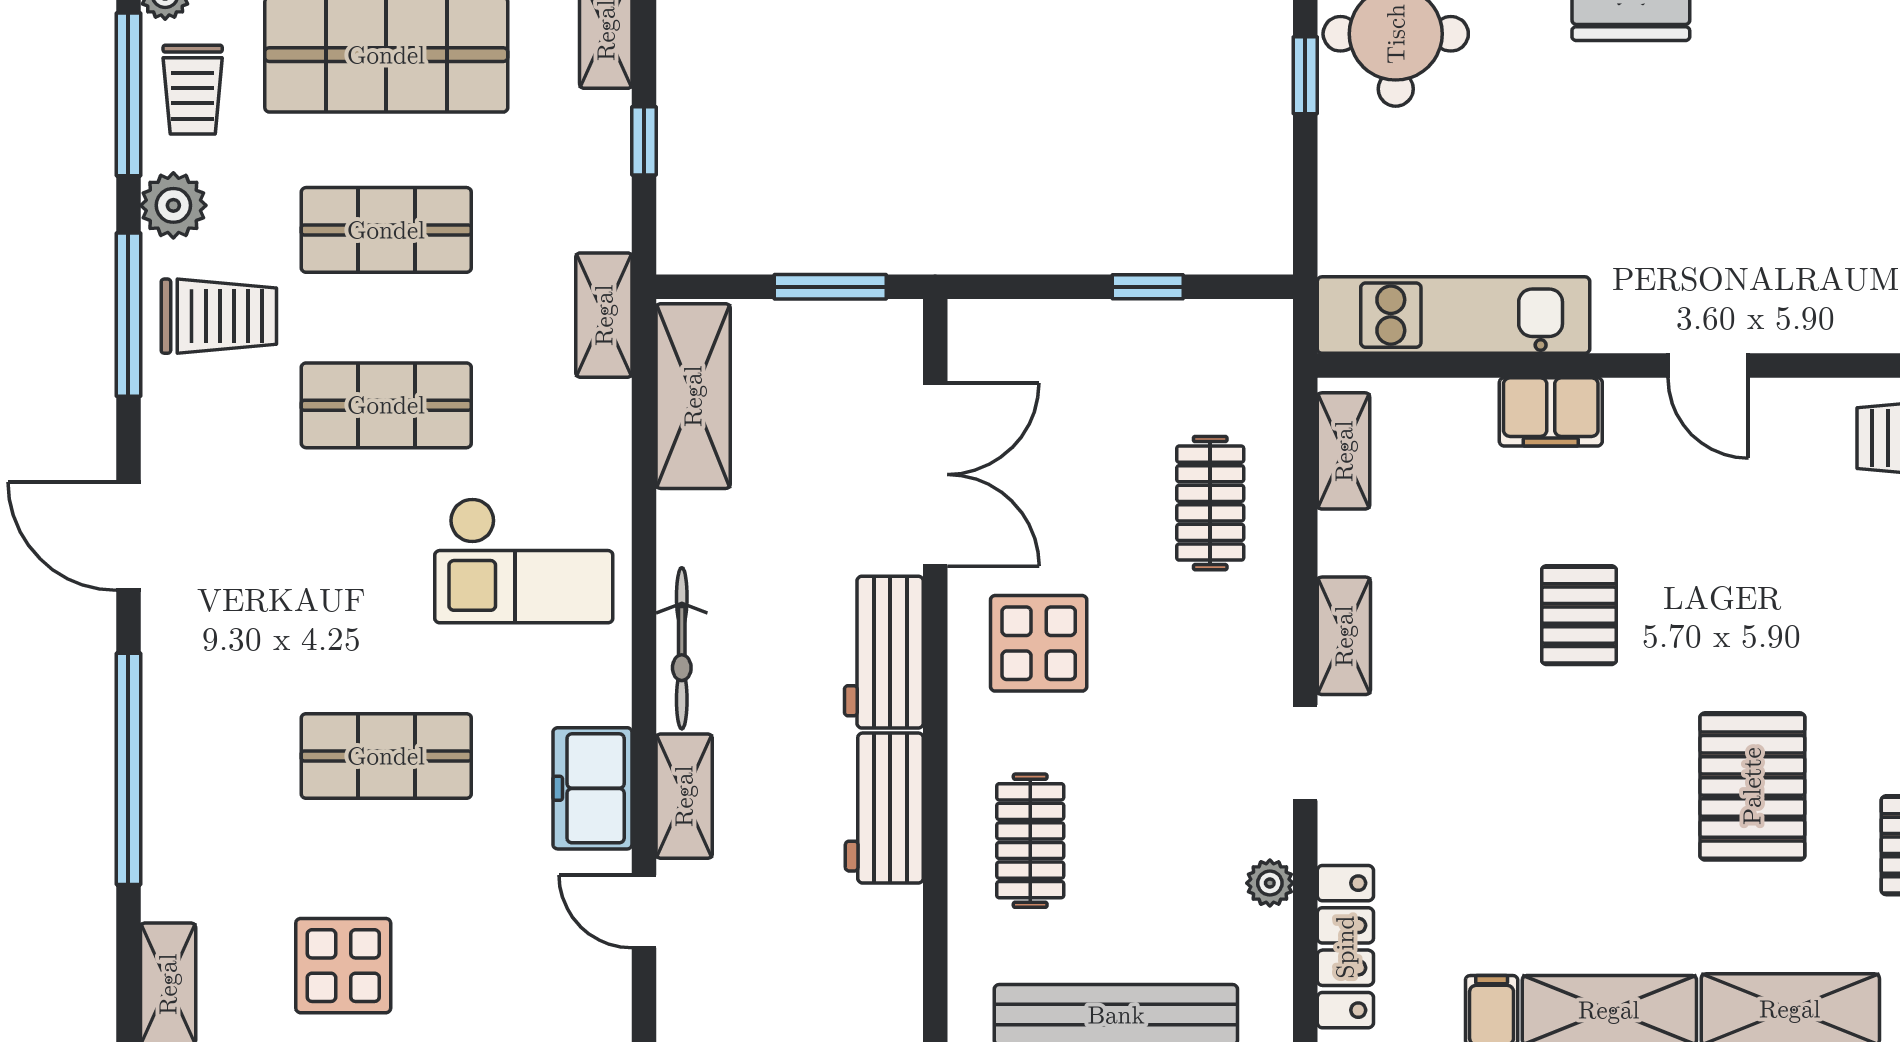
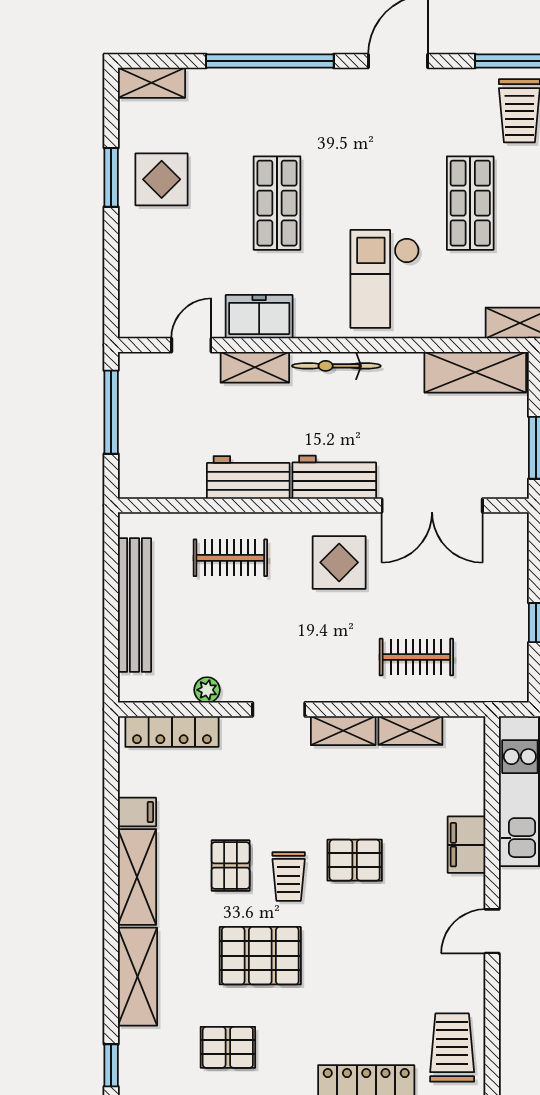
shelving: (1344, 451) -> (410, 730), moved
trolley: (1609, 735) -> (289, 876), added
pallet: (1589, 840) -> (231, 866), added

